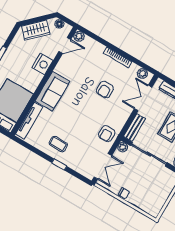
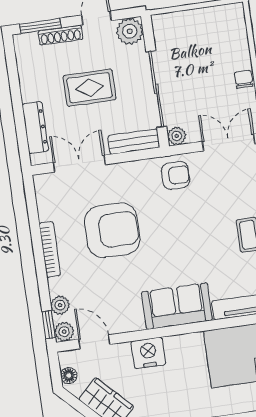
window: (87, 32) -> (49, 325), added
plant: (142, 74) -> (60, 305), moved
armchair: (105, 90) -> (112, 230), width x1.88, depth x1.88
double door: (143, 98) -> (79, 164), swing flipped

